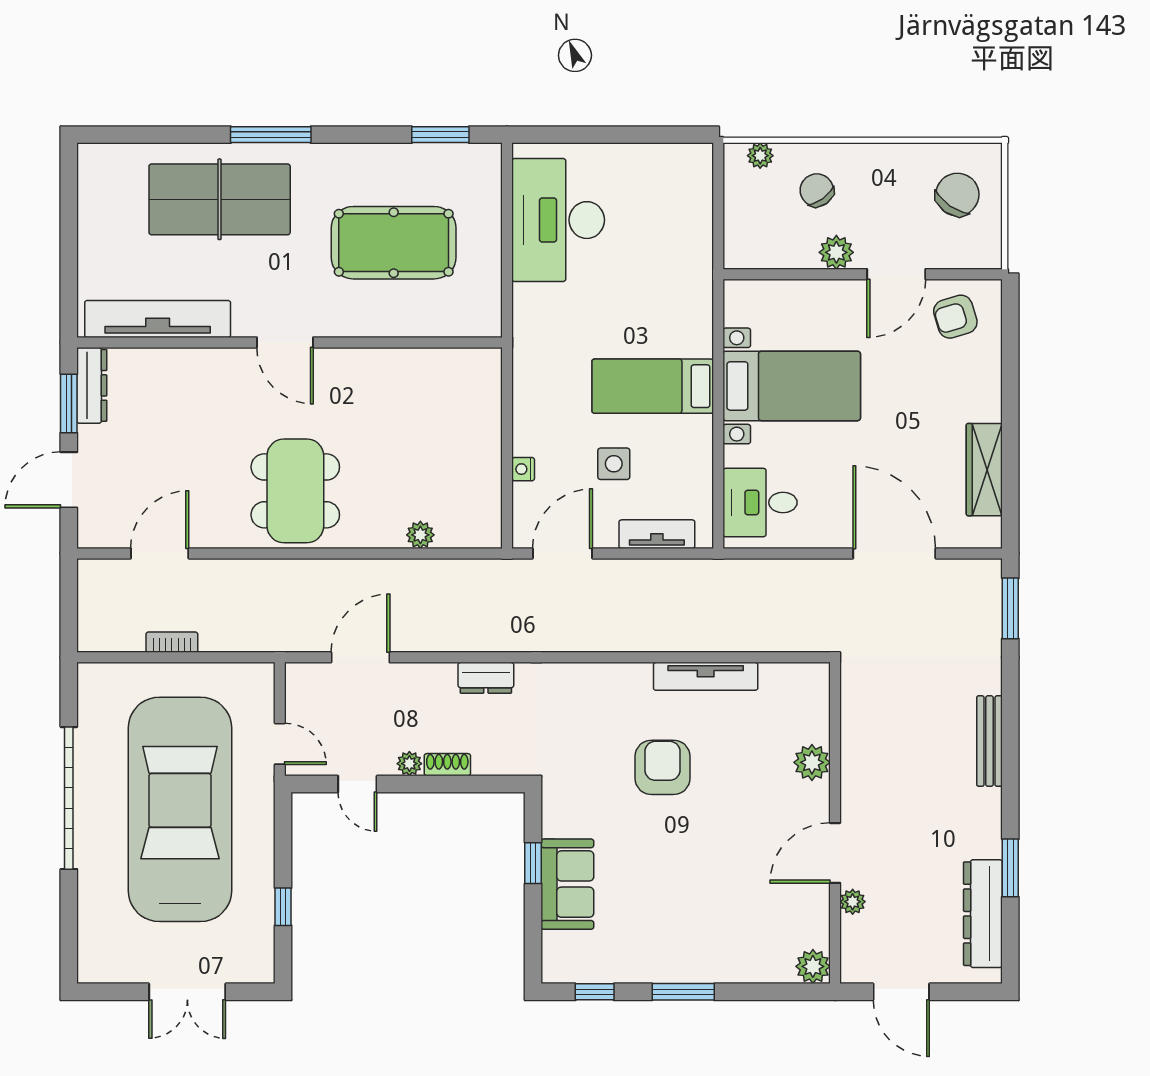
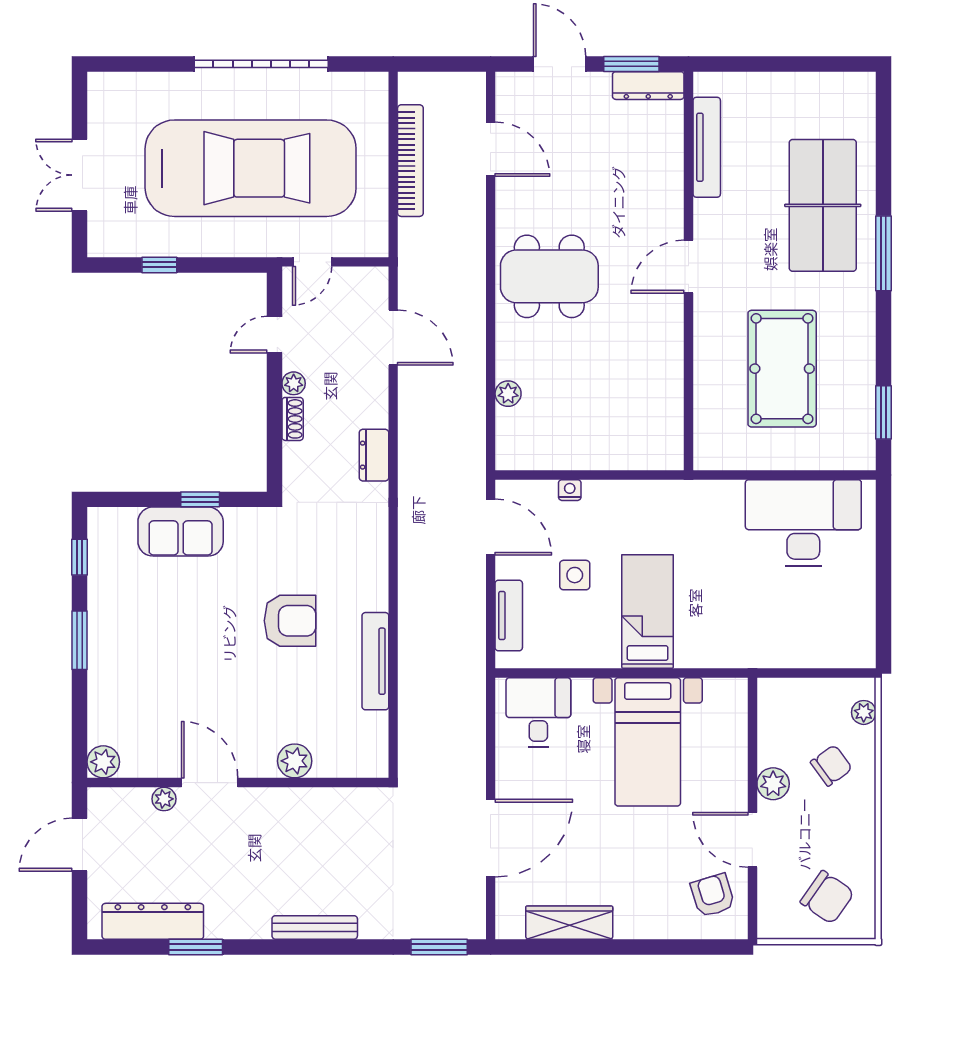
tv unit: (158, 319) -> (707, 147), width x0.73, depth x0.78
bookcase: (172, 642) -> (410, 161), width x2.31, depth x1.31

